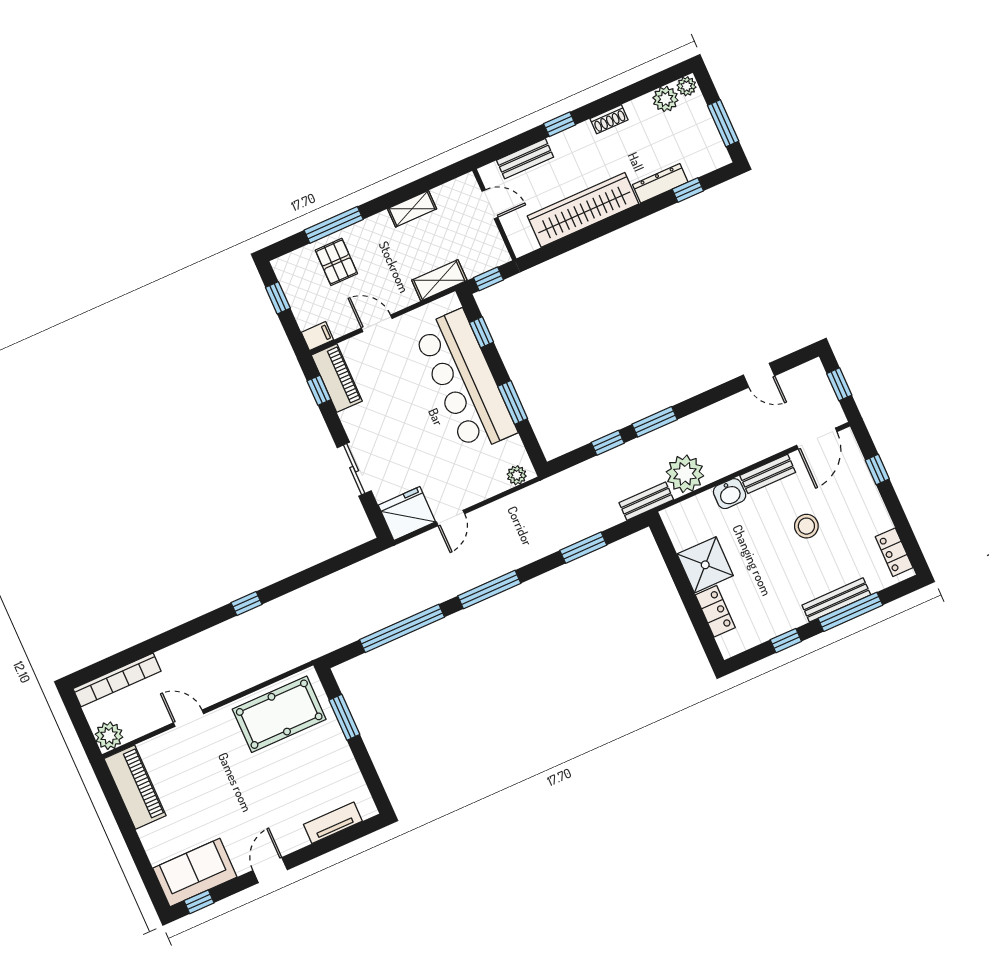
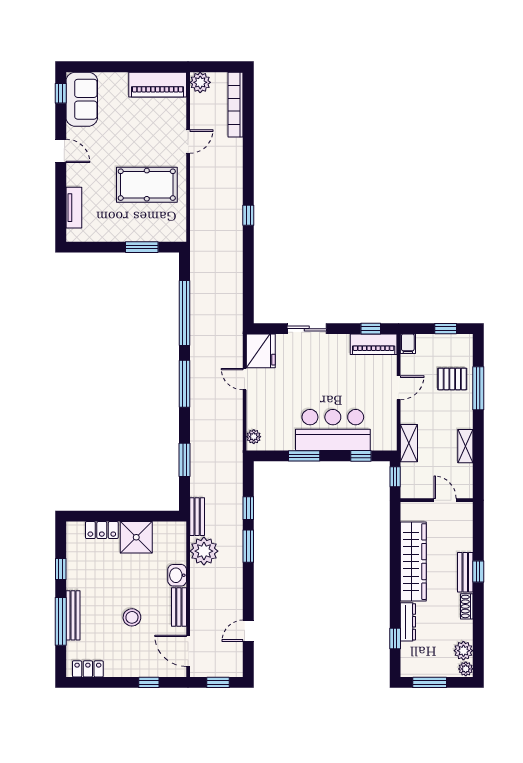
bench: (525, 159) -> (465, 572), moved
door: (490, 204) -> (445, 500), swing flipped
bar counter: (465, 381) -> (333, 430), width x0.73
pool table: (279, 714) -> (147, 185), moved, turned 90

